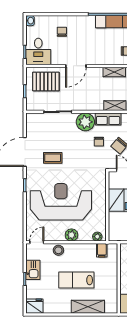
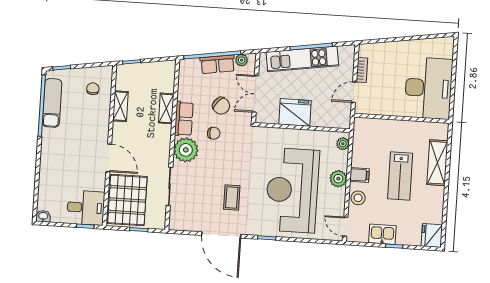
chair: (62, 32) -> (61, 174), removed
pallet: (46, 82) -> (127, 200), width x1.37, depth x1.41
filing cabinet: (102, 250) -> (359, 175), moved

